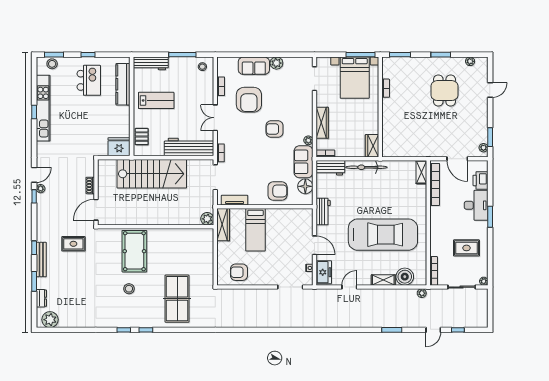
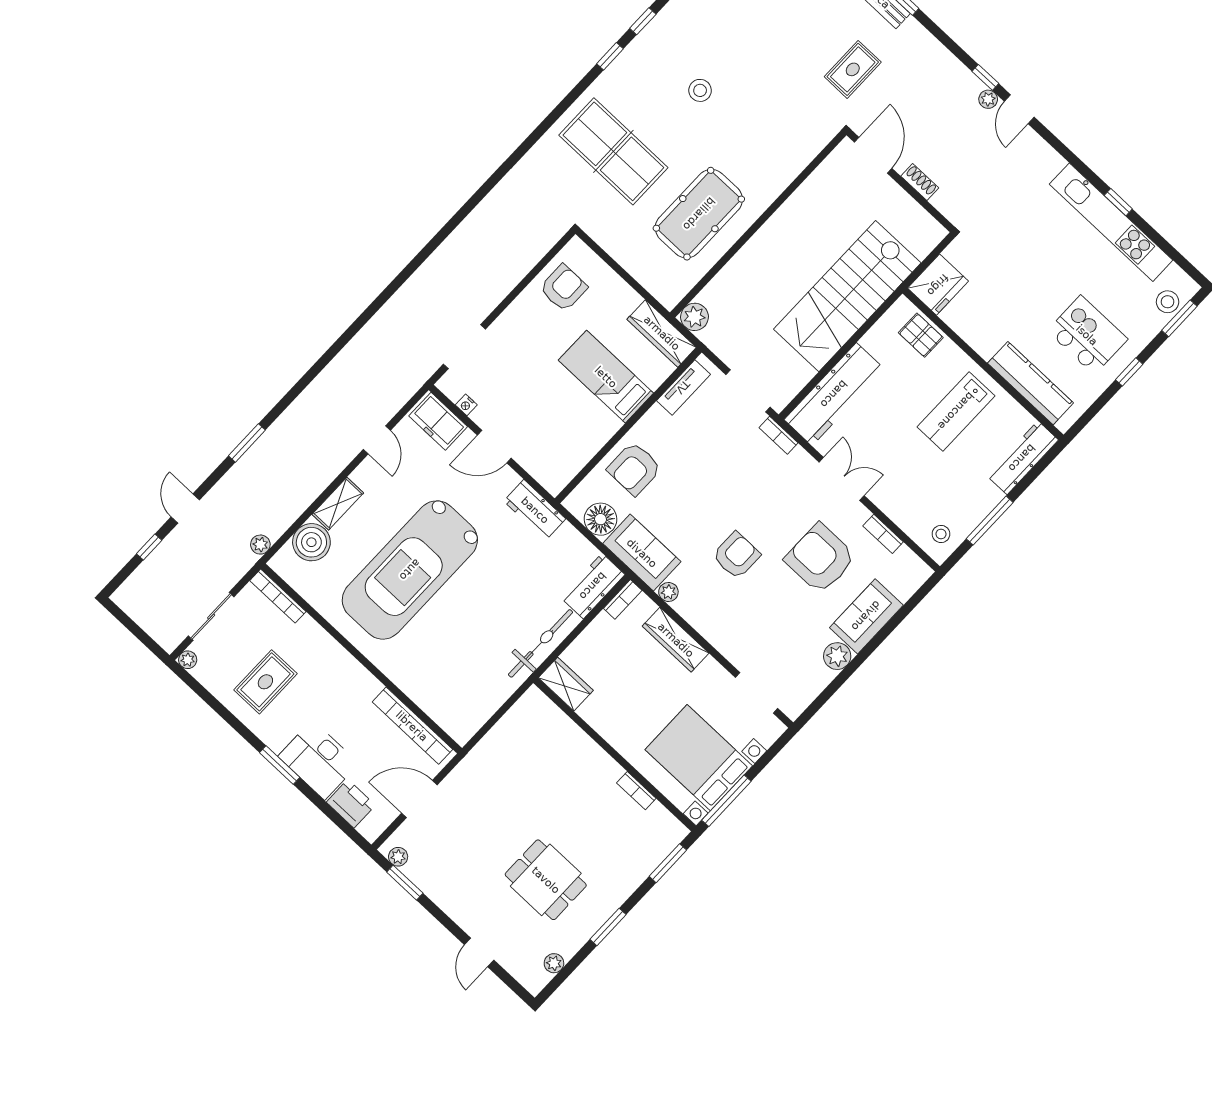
kitchen island: (89, 80) -> (1087, 335), turned 180
shelving: (421, 172) -> (451, 723), removed
pool table: (134, 251) -> (699, 214), moved, turned 90

